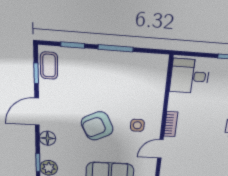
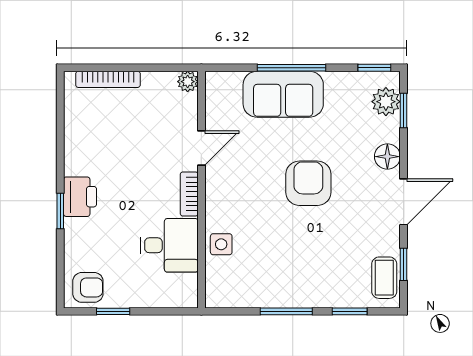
desk: (190, 76) -> (169, 245), moved
side table: (137, 125) -> (221, 244), moved
armchair: (97, 126) -> (308, 183), turned -64

